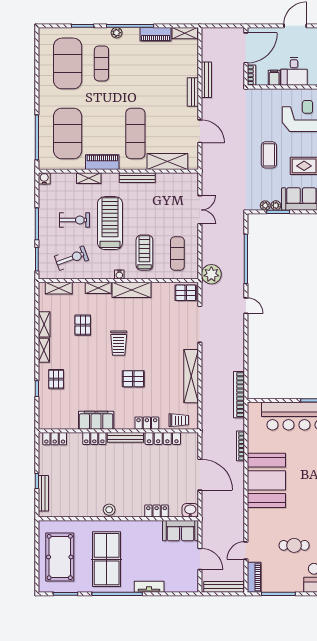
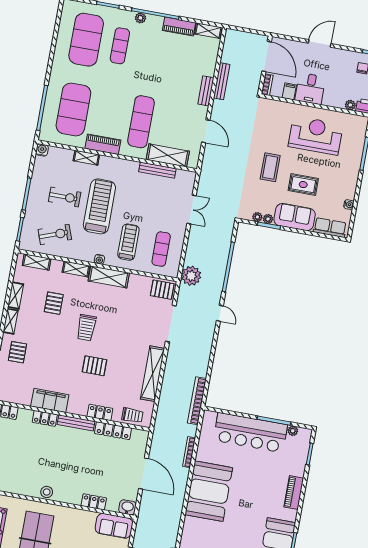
door: (246, 48) -> (267, 56), hinge flipped
bench: (137, 178) -> (157, 170), moved

